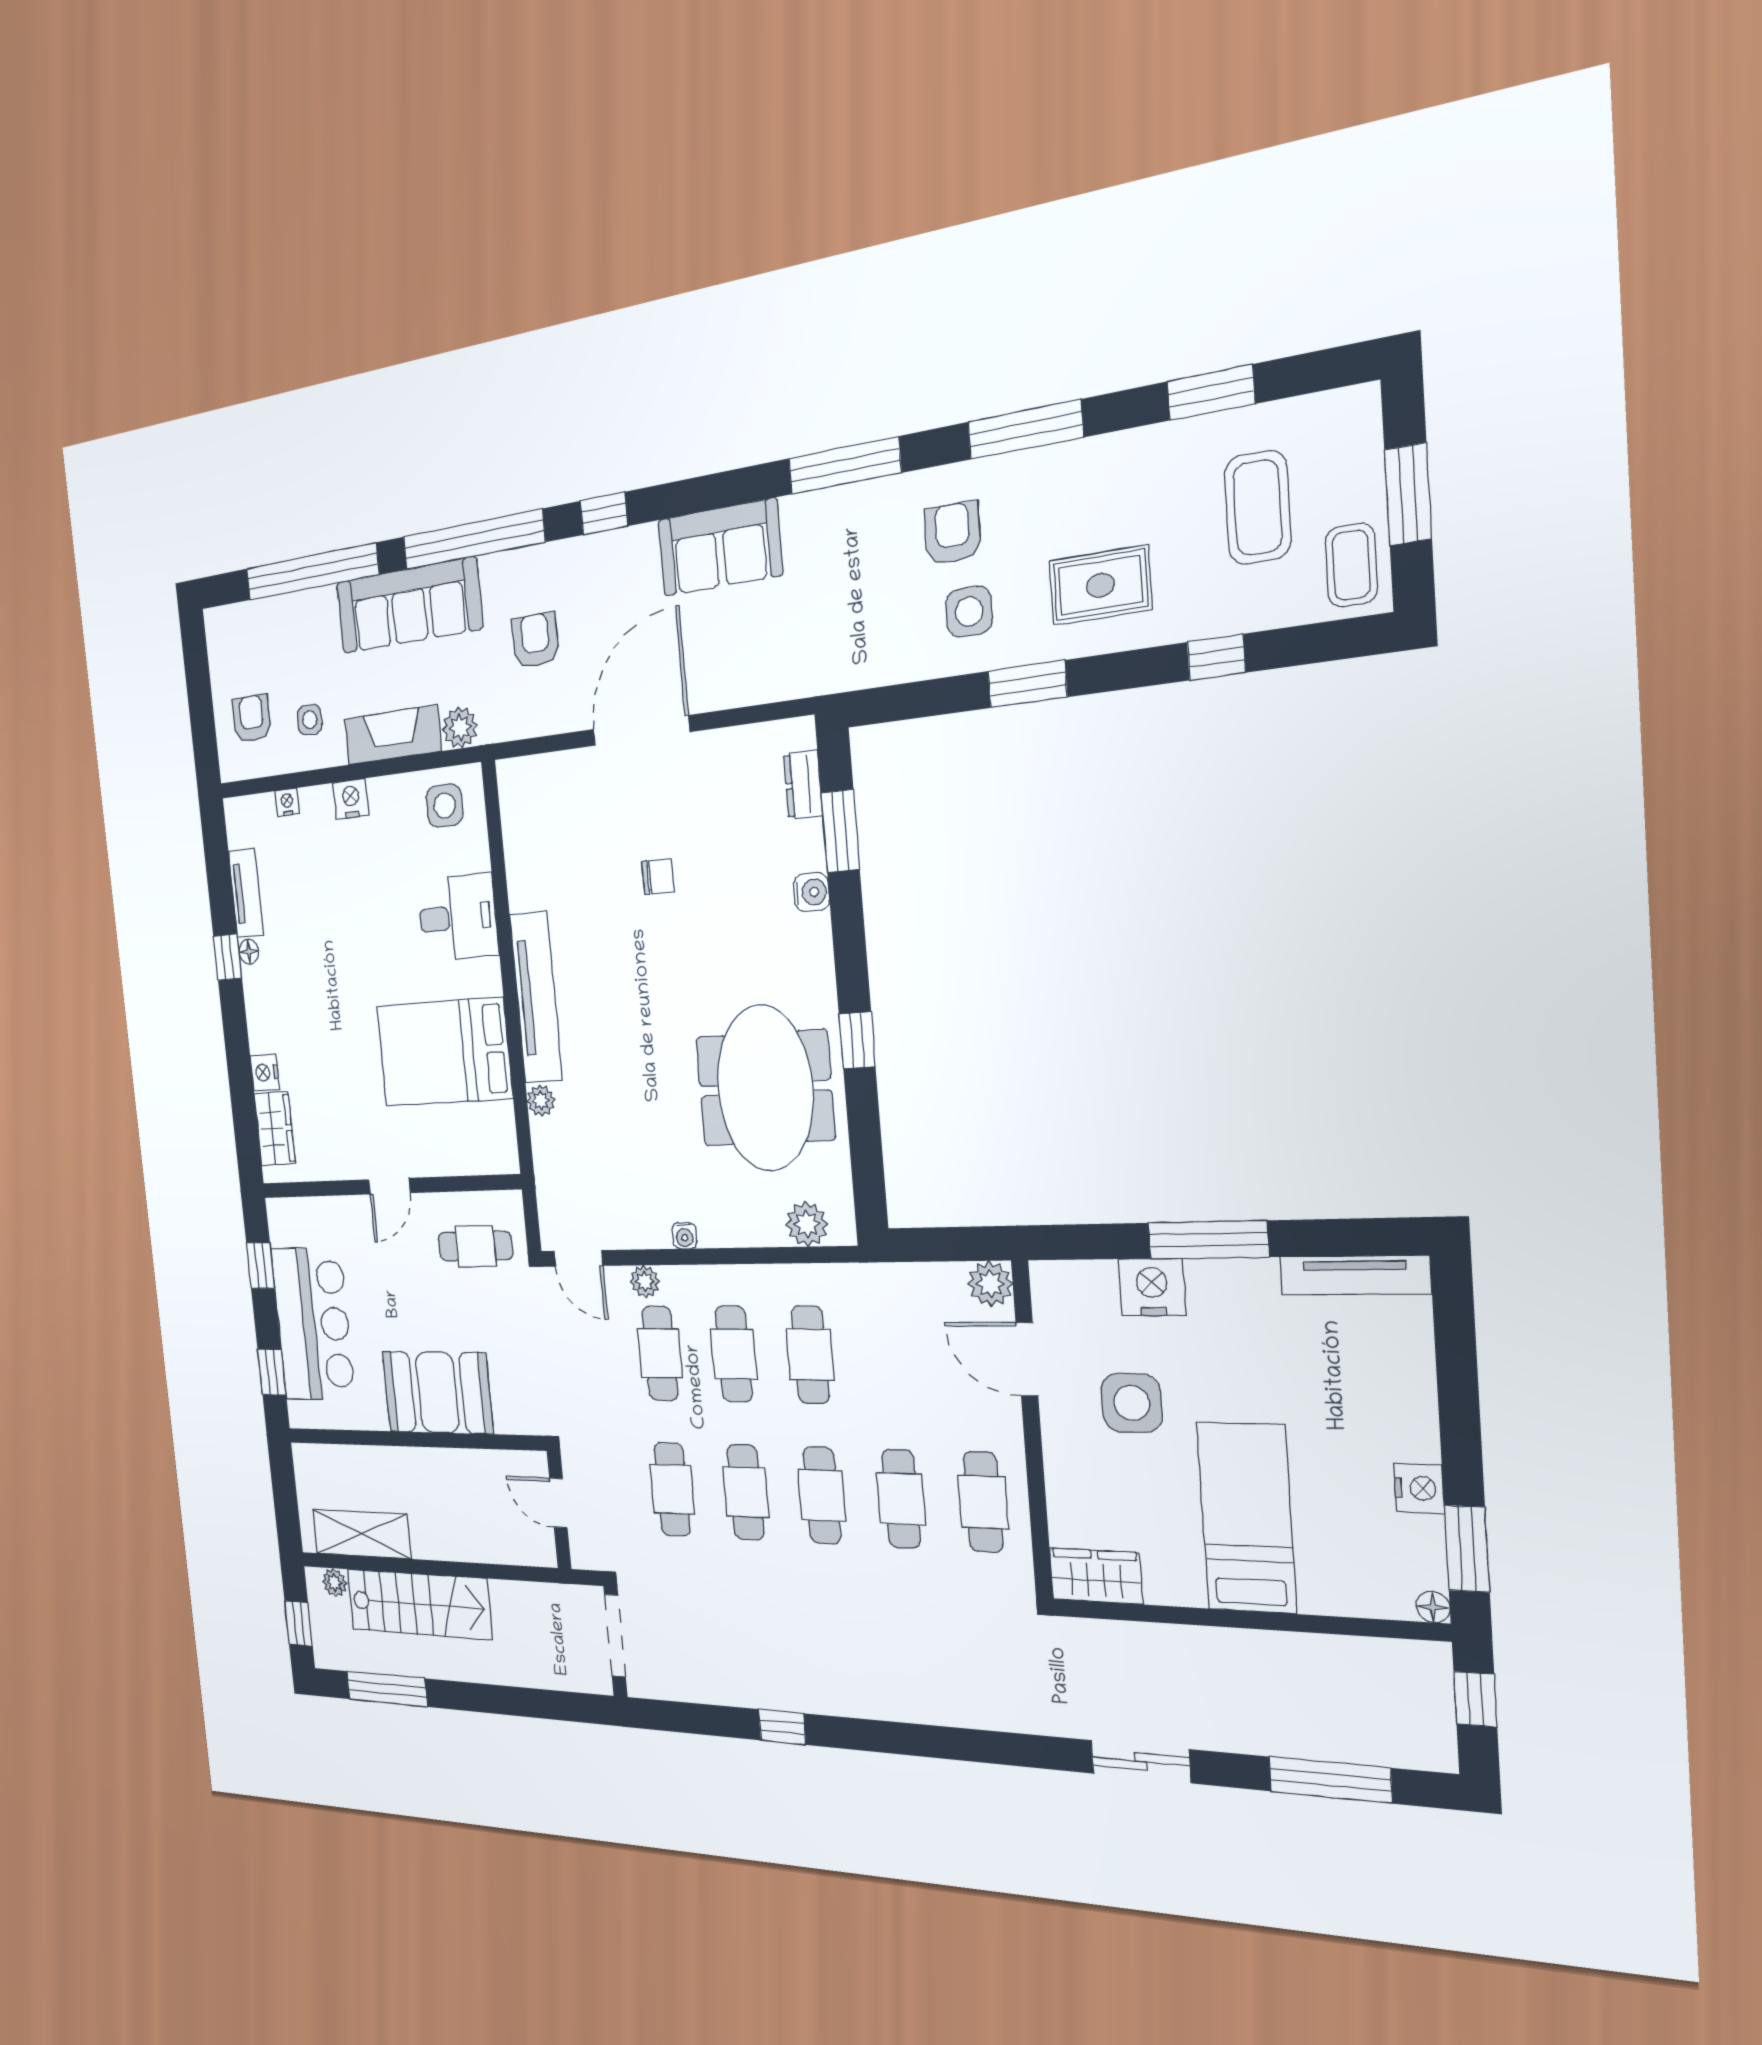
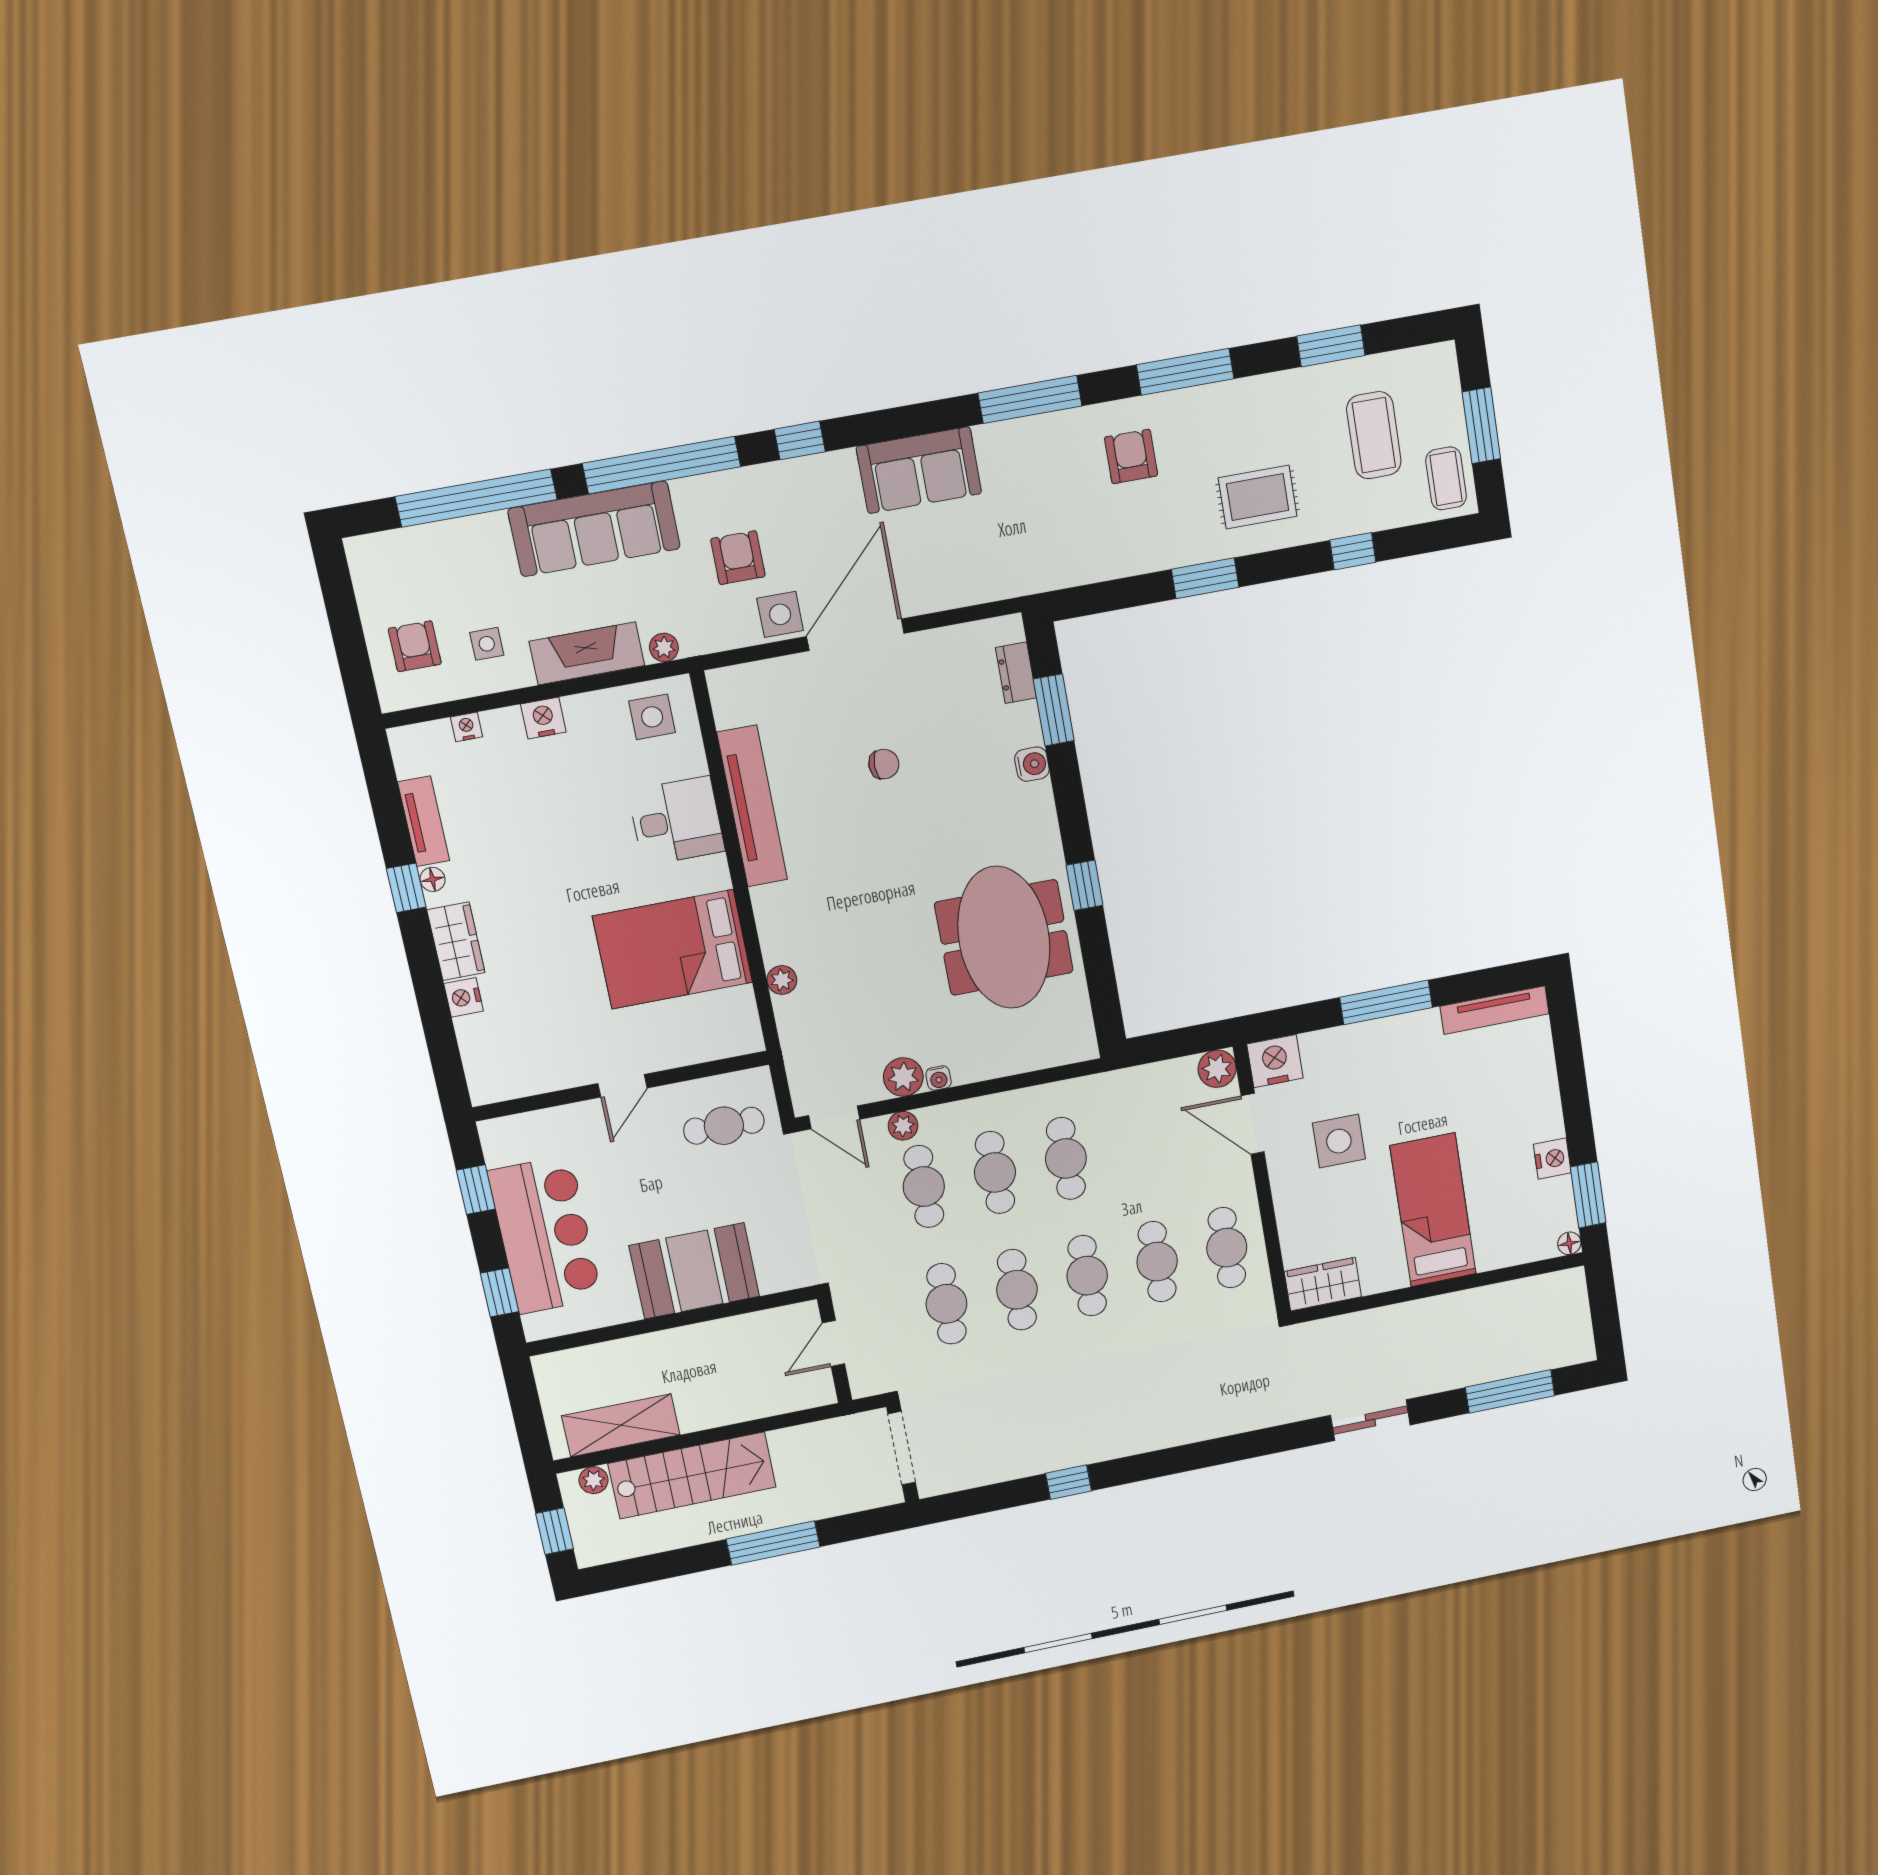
side table: (969, 612) -> (780, 614), moved
plant: (460, 727) -> (664, 647), width x0.73, depth x0.73
tv unit: (536, 997) -> (752, 806), moved
wardrobe: (275, 1129) -> (456, 941), moved
plant: (807, 1224) -> (903, 1077), moved
nightstand: (1152, 1287) -> (1275, 1061), moved
door: (558, 1503) -> (833, 1344), hinge flipped
window: (387, 1689) -> (773, 1543), moved
window: (1475, 1699) -> (1603, 1303), removed

